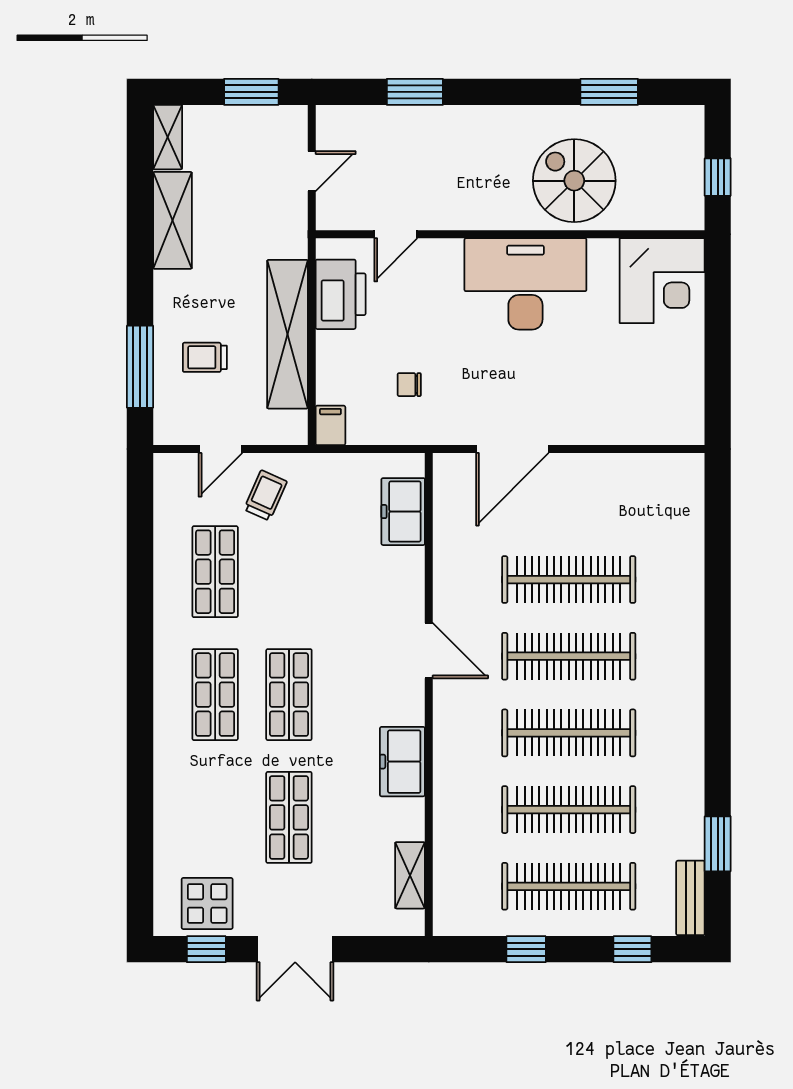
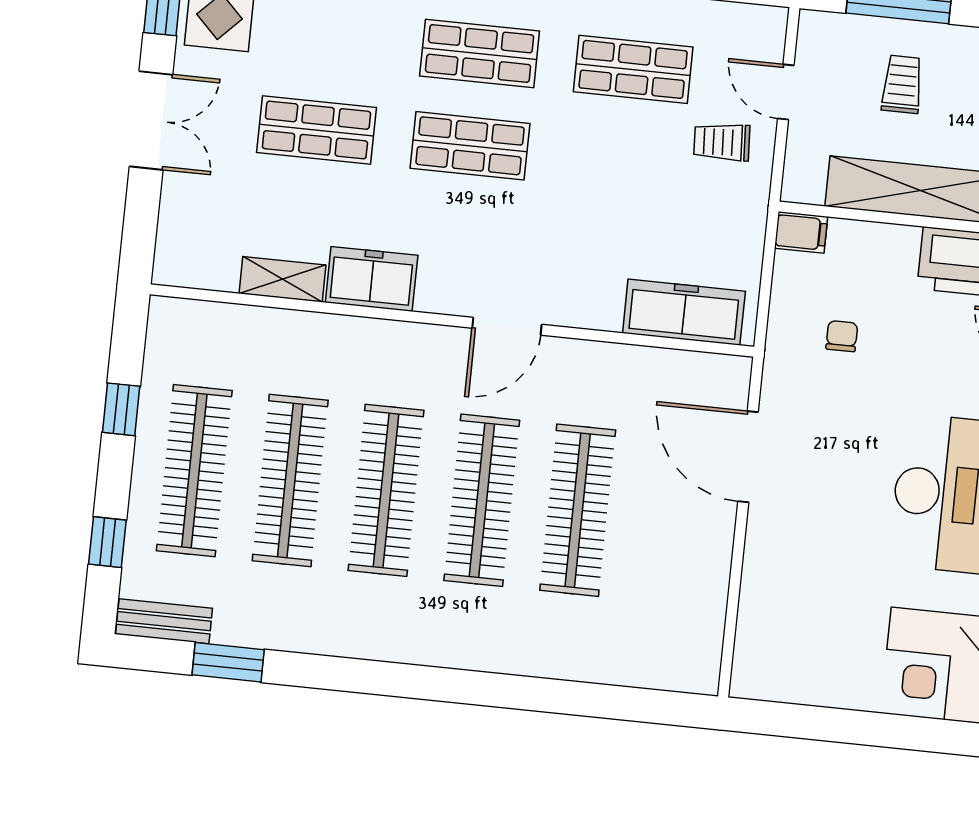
trolley: (265, 495) -> (722, 142), turned 153
freezer: (403, 512) -> (684, 312), width x1.40
shelving: (410, 875) -> (283, 279), moved
double door: (295, 949) -> (151, 121), swing flipped

